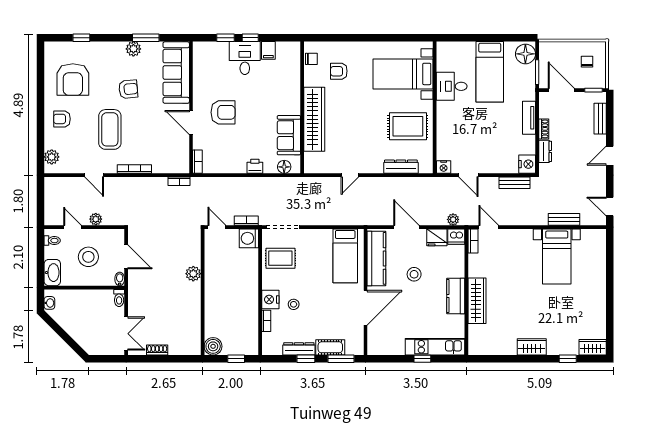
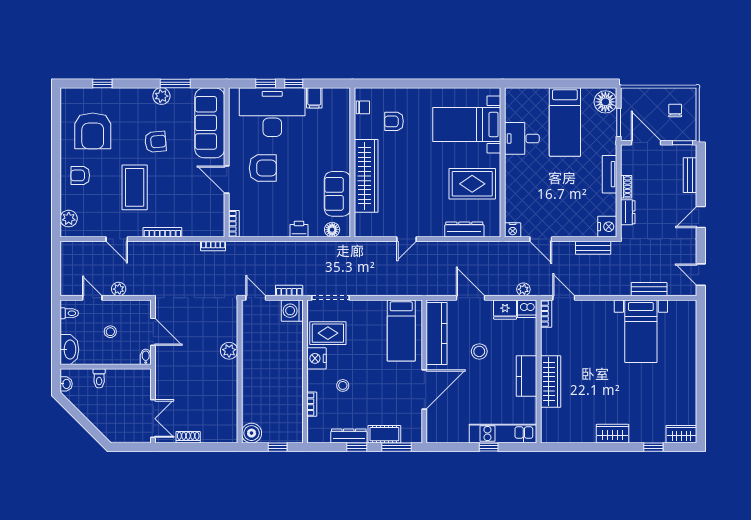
desk: (245, 58) -> (272, 112), width x1.87, depth x1.30
stool: (88, 257) -> (110, 332), width x0.53, depth x0.53
toilet: (119, 298) -> (99, 378), moved
nightstand: (270, 299) -> (317, 358), moved

